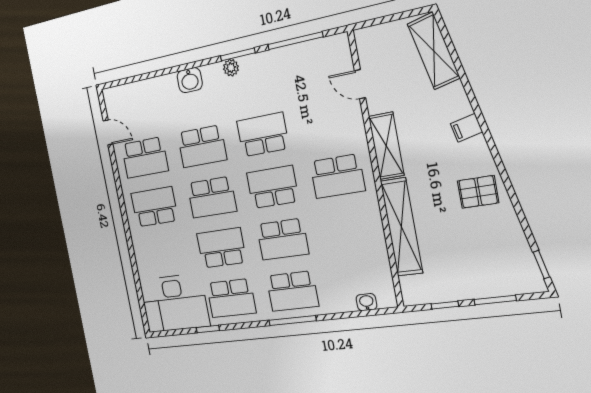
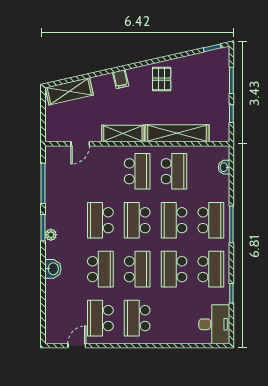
school desk: (145, 158) -> (100, 318), turned 180
school desk: (347, 230) -> (174, 171), added
school desk: (283, 239) -> (174, 220), turned 180
desk: (174, 303) -> (214, 324), width x0.73, depth x0.77

